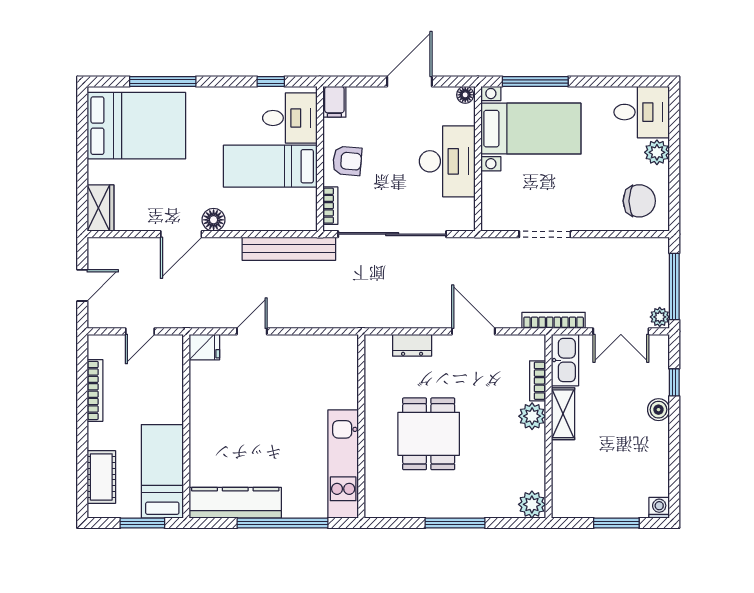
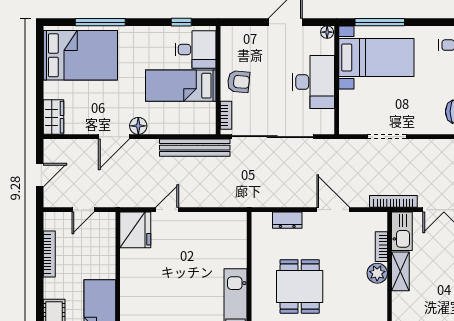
filing cabinet: (334, 102) -> (229, 37), removed
fridge: (204, 347) -> (135, 230), width x1.88, depth x1.34

